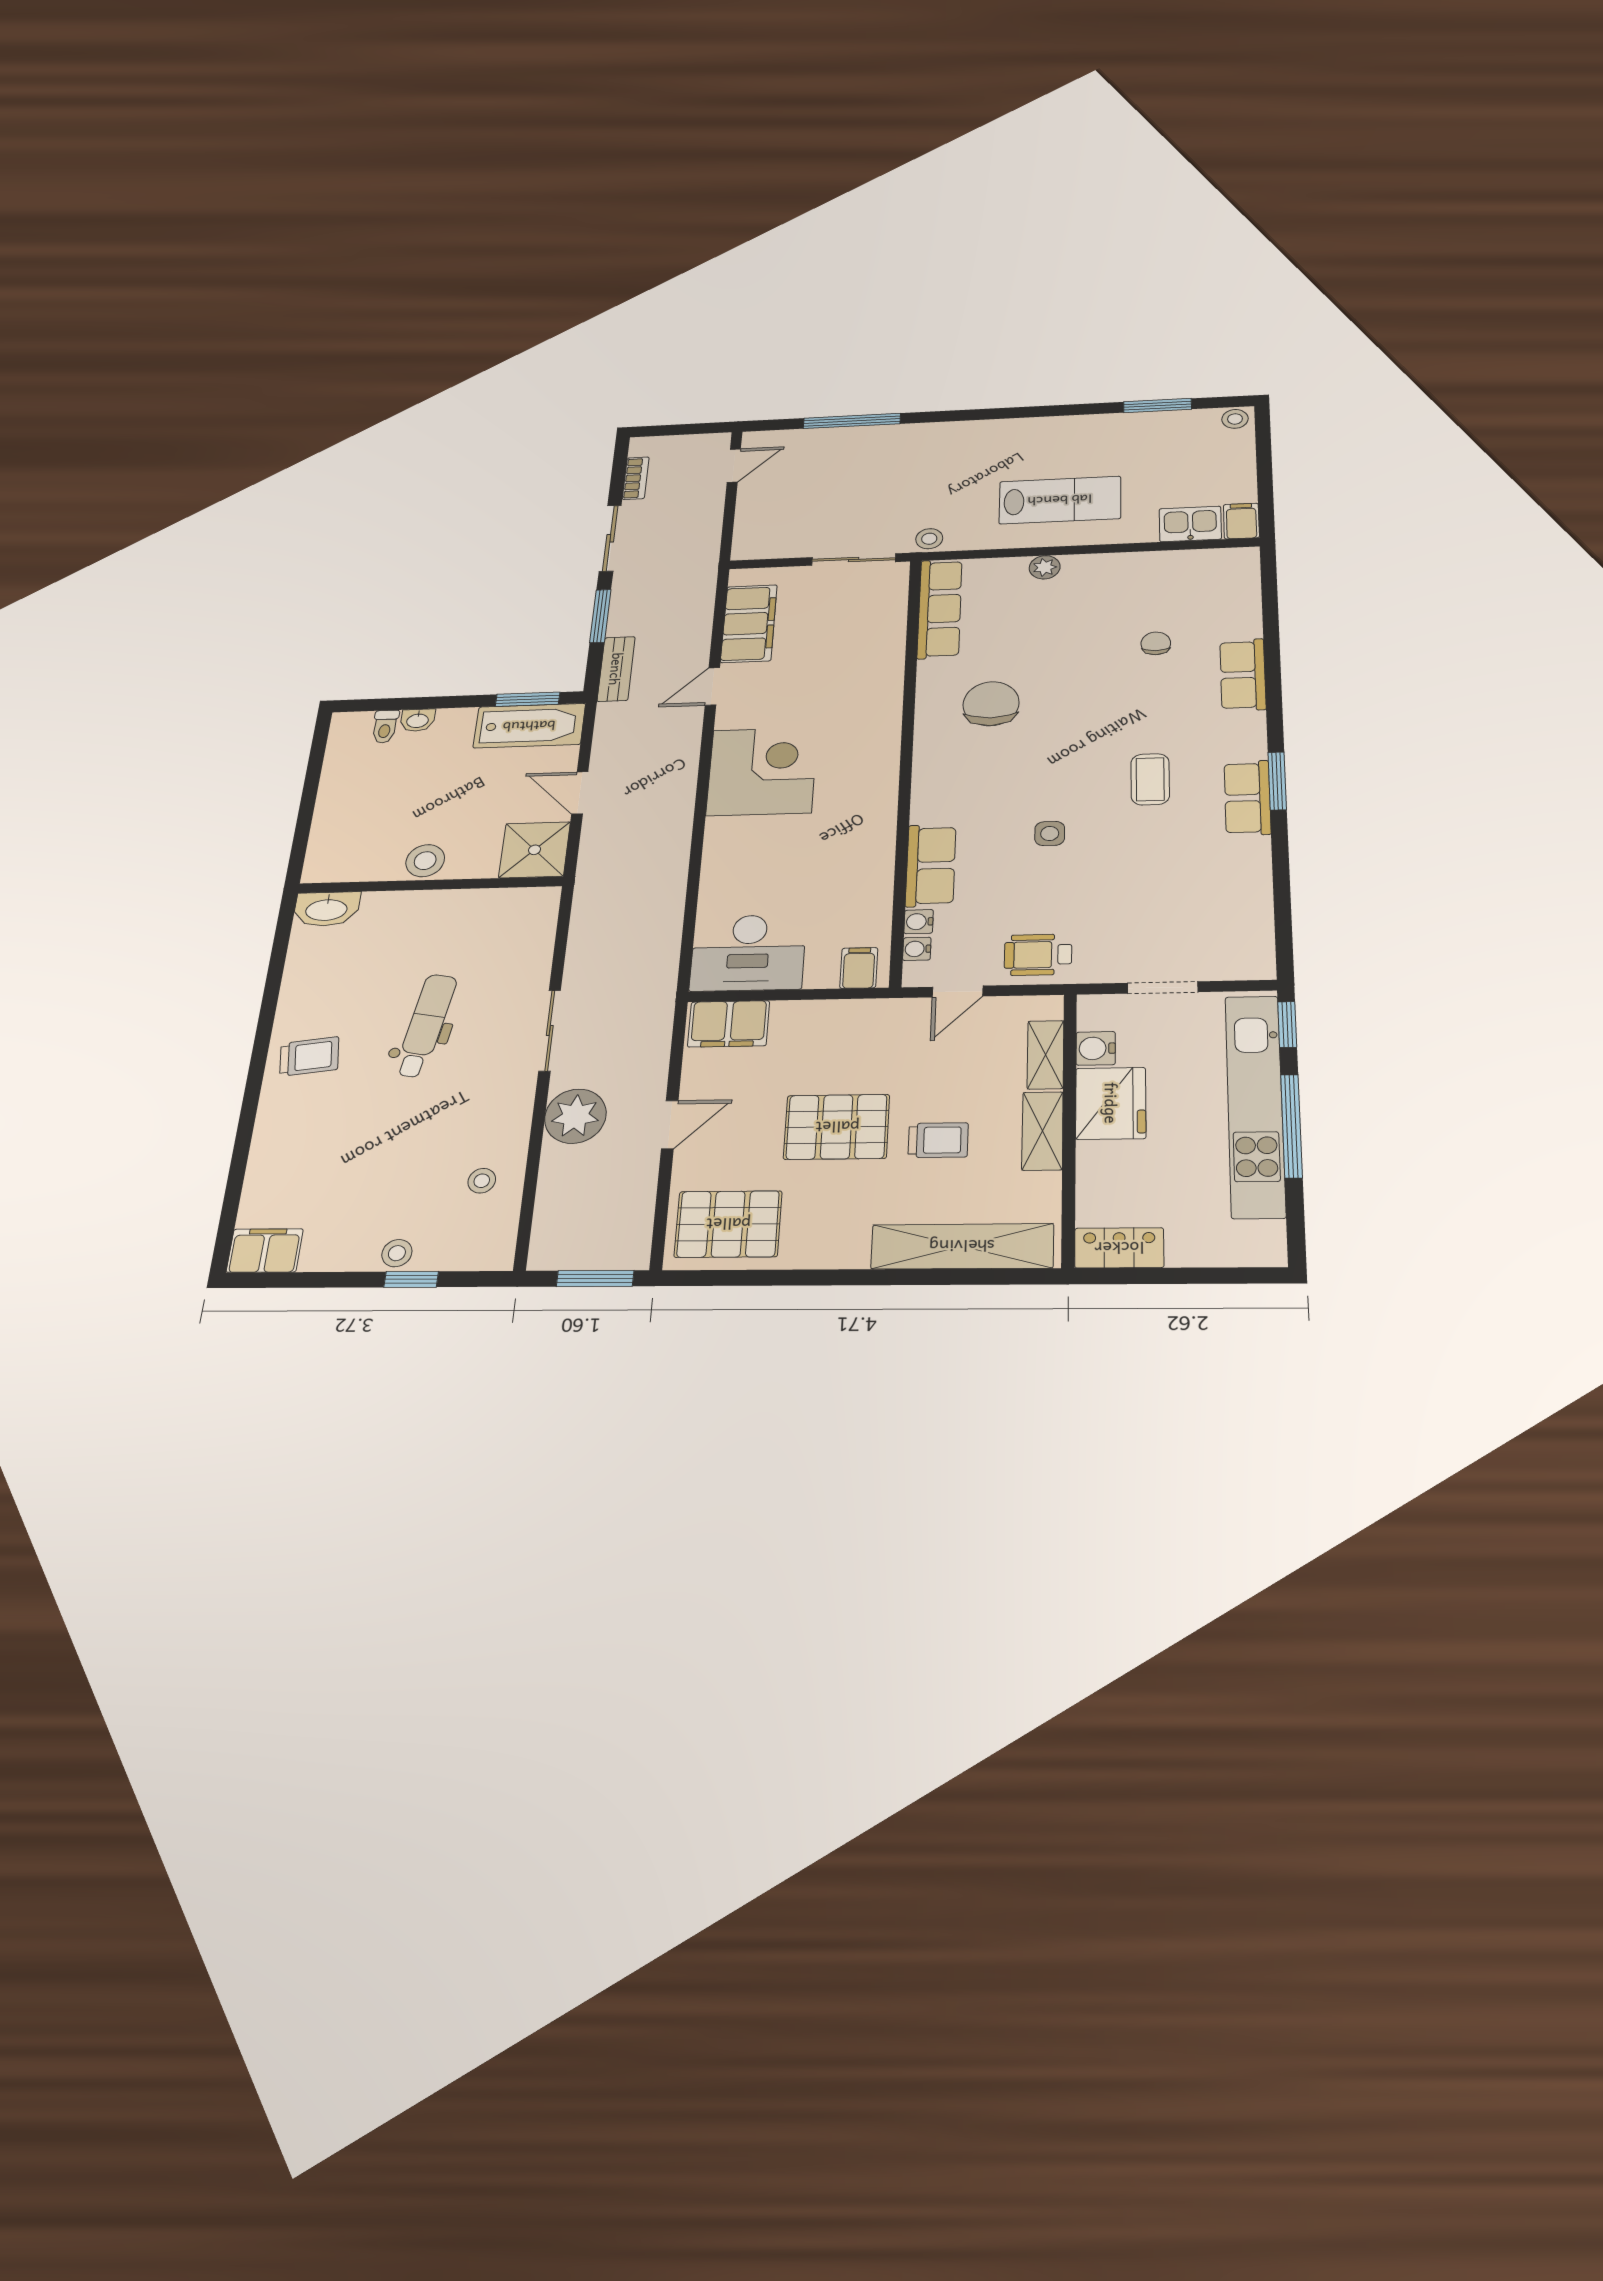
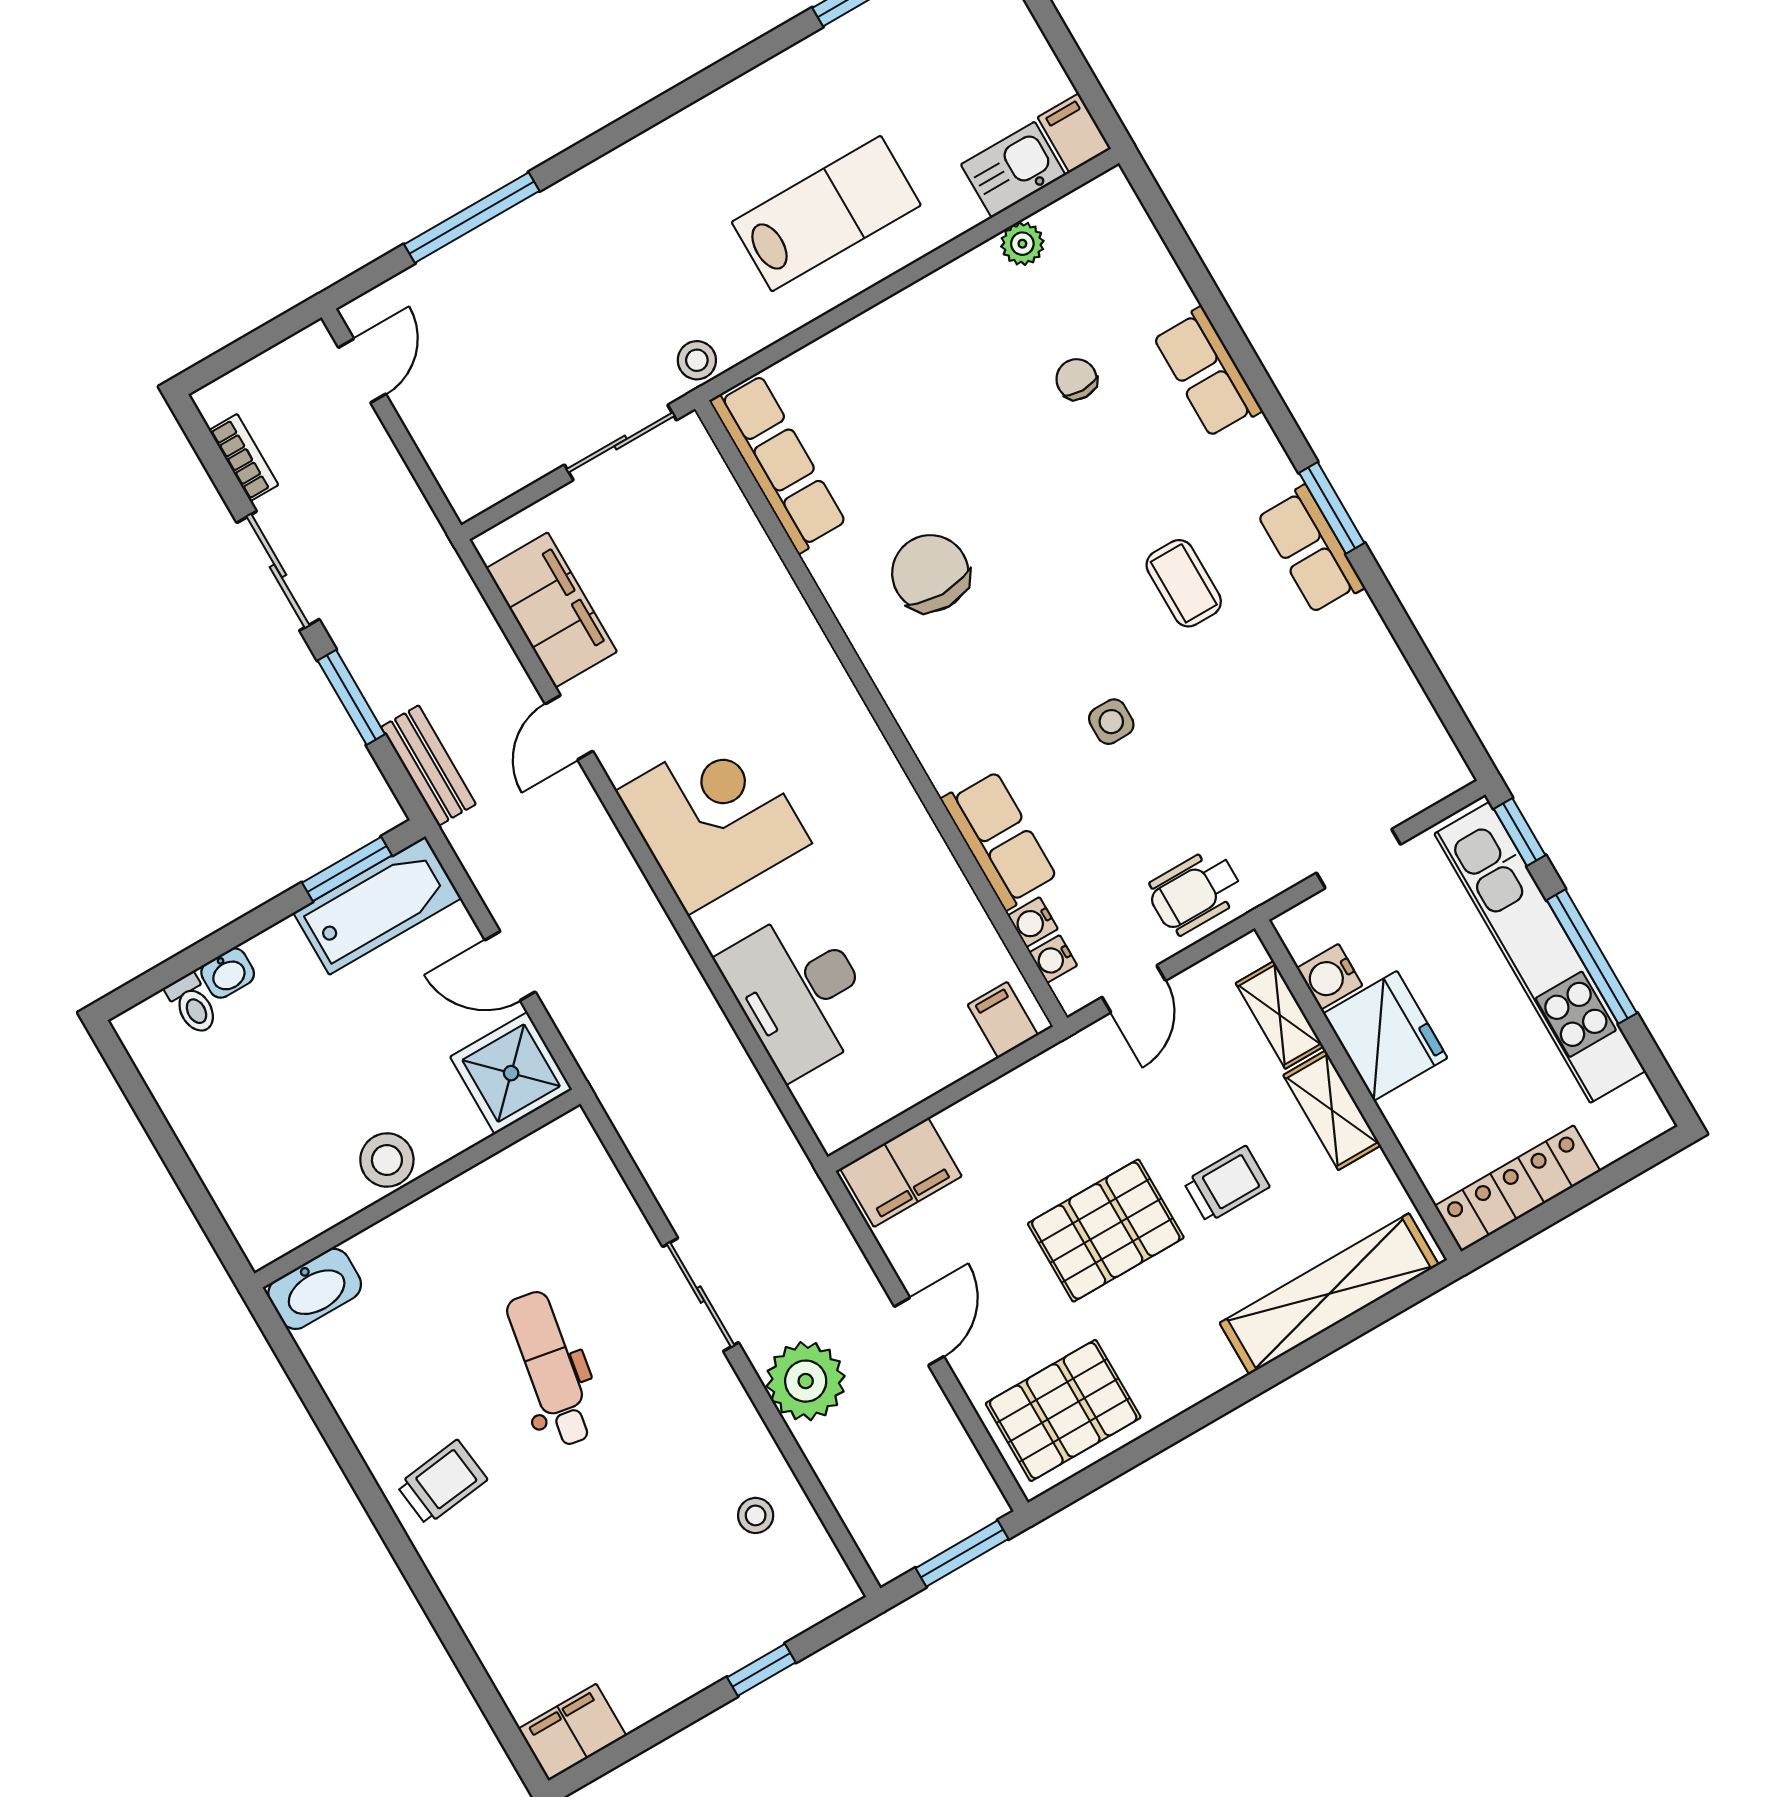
plant: (1045, 567) -> (1022, 244), moved
desk: (748, 953) -> (799, 992), moved, turned 90
locker: (1119, 1248) -> (1517, 1188), width x1.53
stool: (397, 1253) -> (723, 1650), removed

